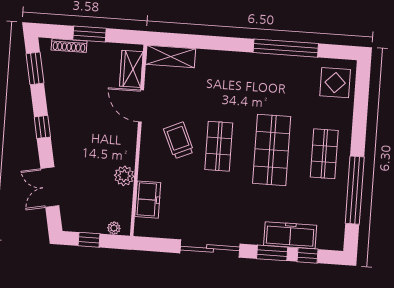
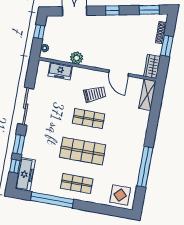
wardrobe: (131, 69) -> (152, 66), moved, turned -90
door: (141, 106) -> (119, 73), swing flipped
freezer: (290, 235) -> (25, 174), moved

